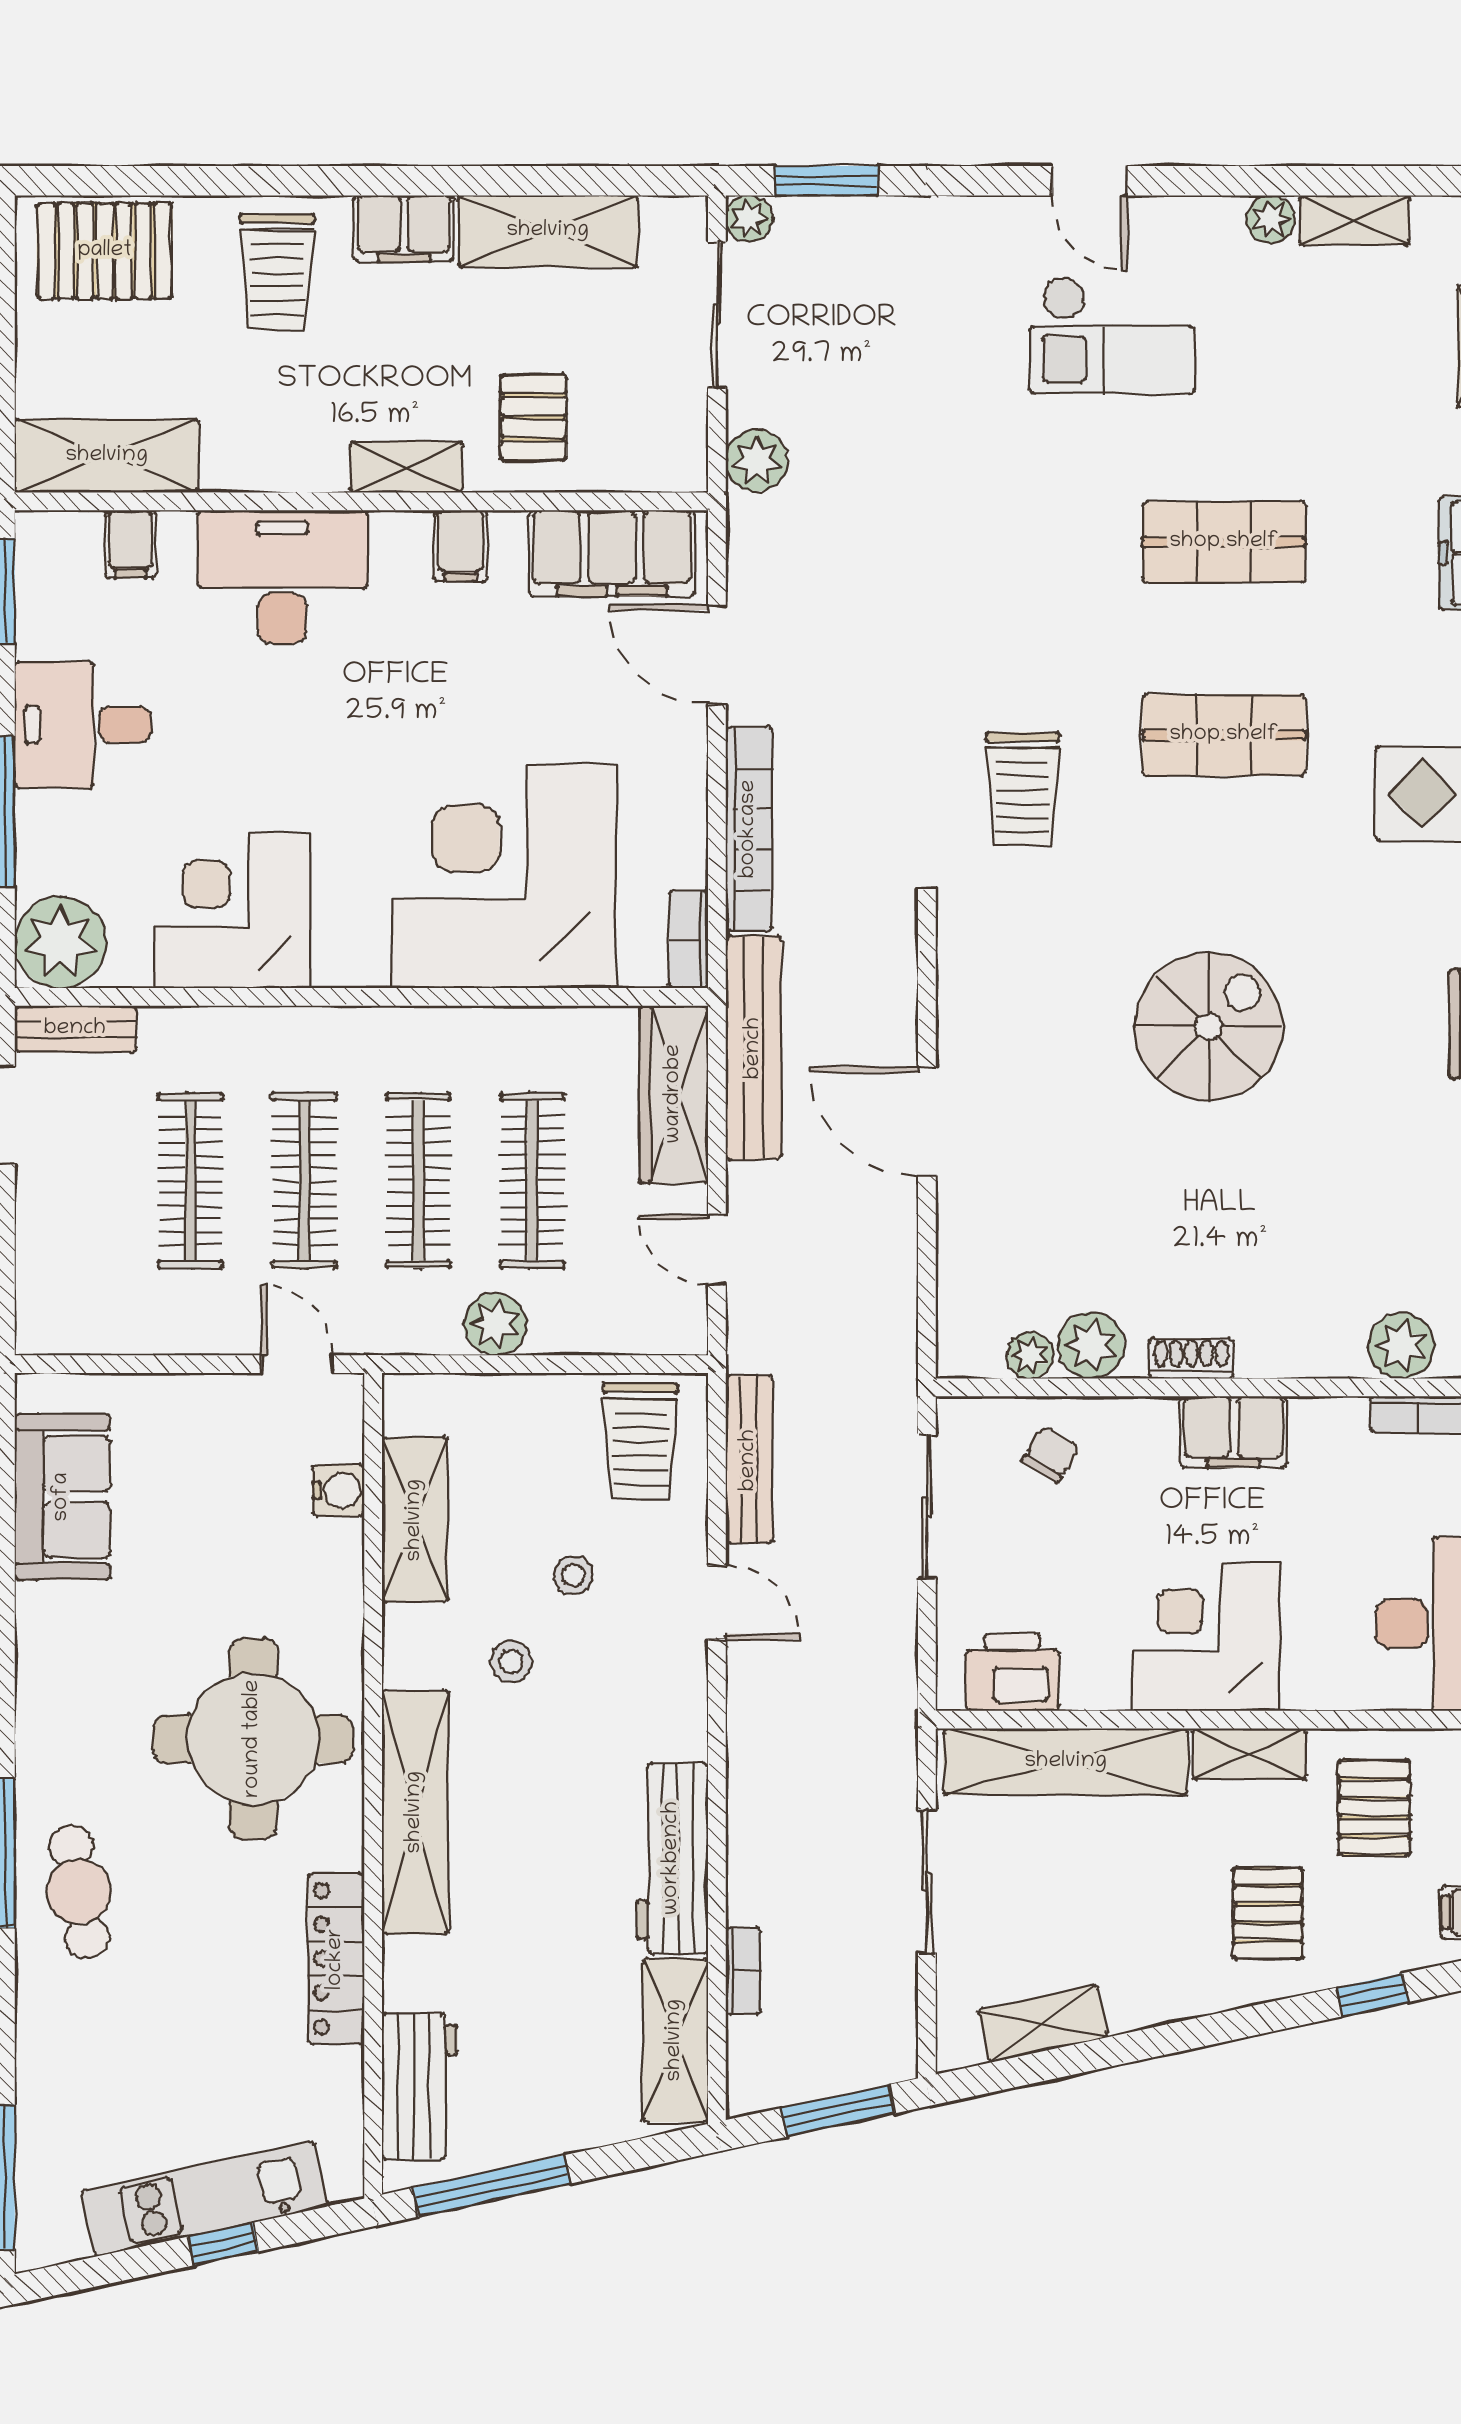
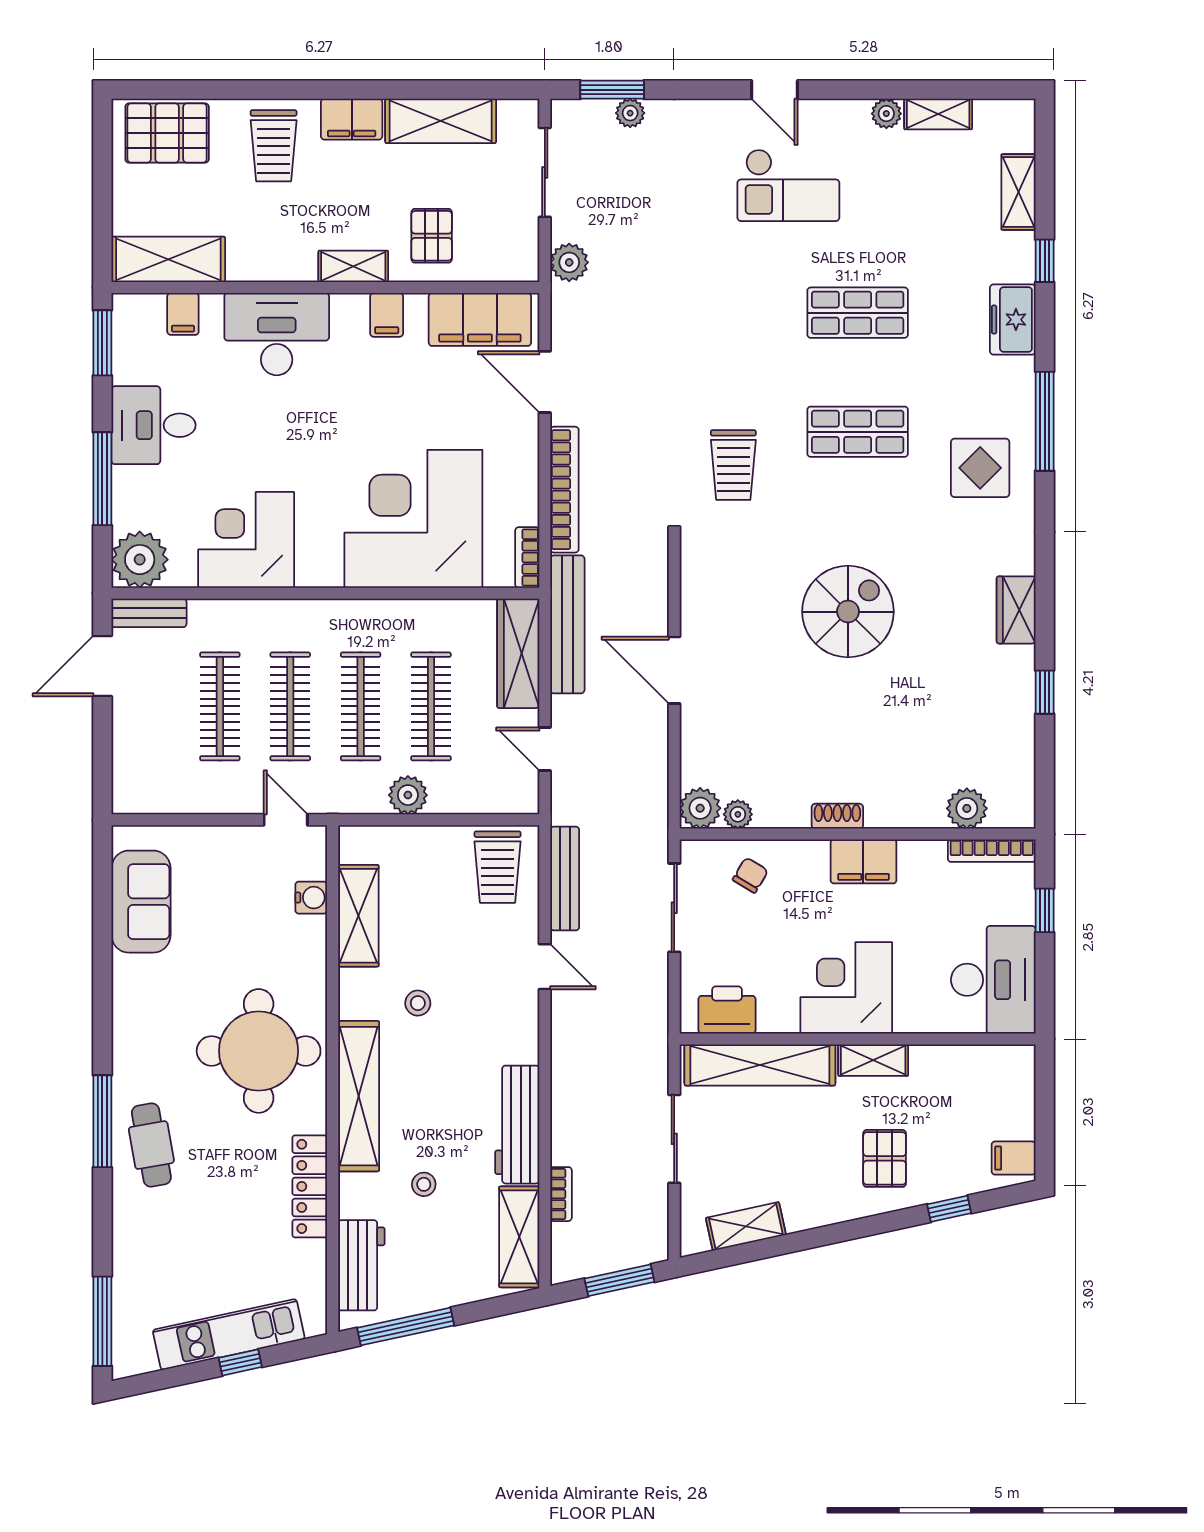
plant: (749, 219) -> (630, 113), moved
plant: (1091, 1345) -> (700, 808), moved
stool: (573, 1575) -> (424, 1184), moved
pallet: (1374, 1808) -> (950, 1093), removed

